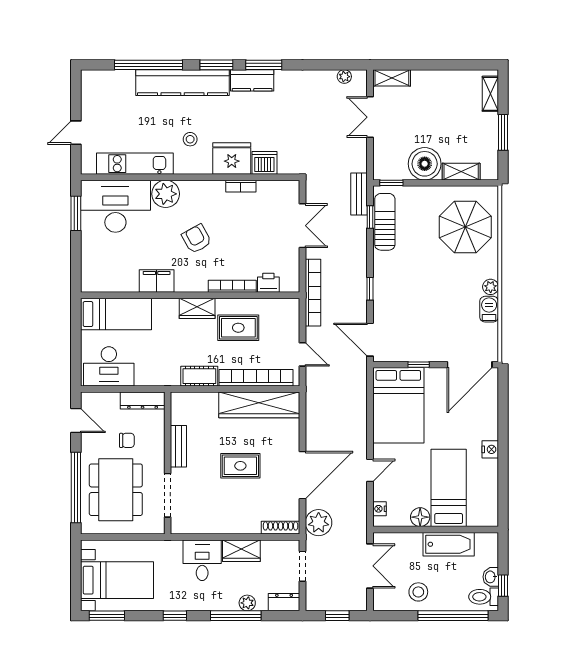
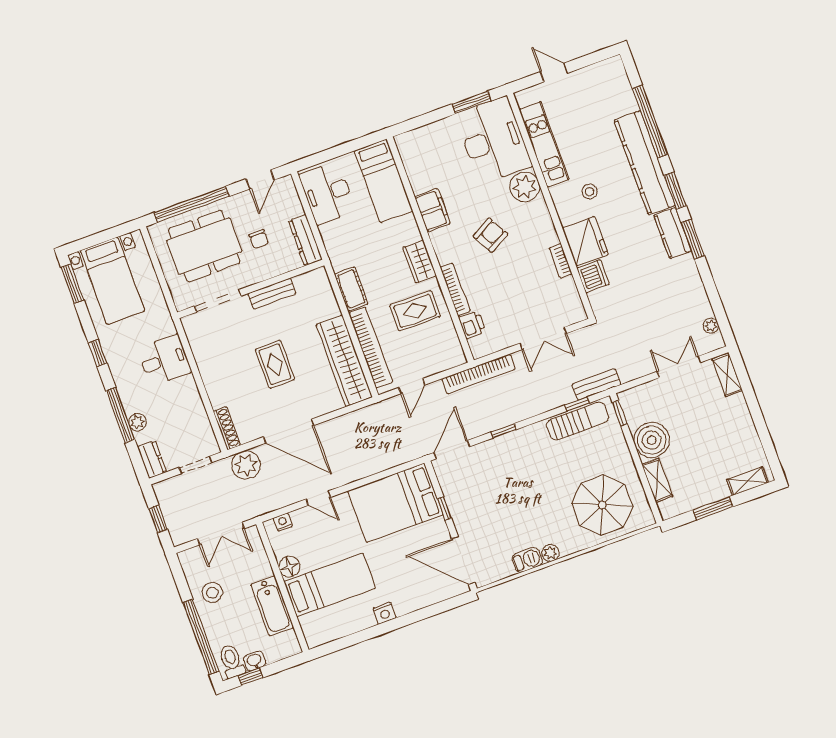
rug: (238, 328) -> (415, 311), turned 90
wardrobe: (241, 551) -> (189, 397), removed

